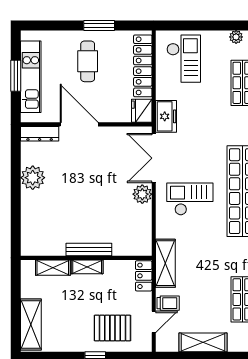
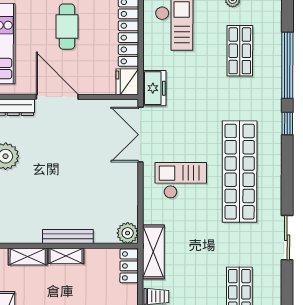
plant: (142, 194) -> (128, 233), moved

